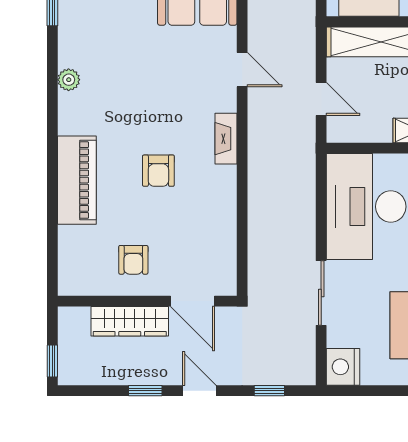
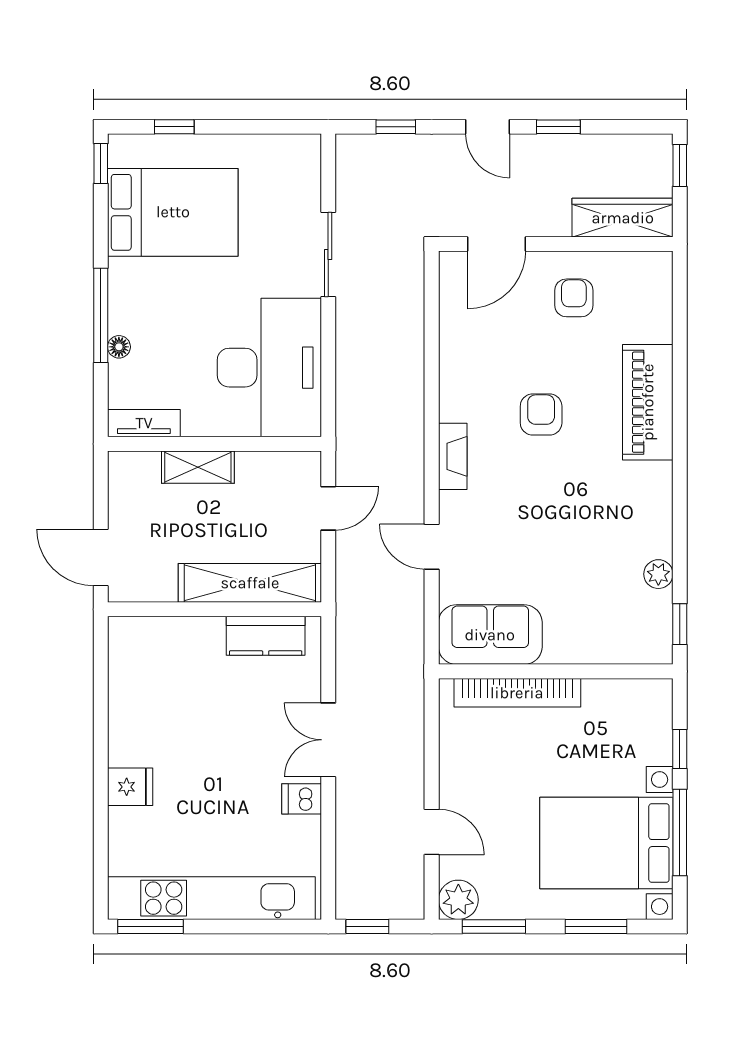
plant: (69, 80) -> (658, 574), moved
door: (321, 99) -> (328, 508), swing flipped
door: (193, 301) -> (496, 244), swing flipped
wardrobe: (130, 321) -> (623, 218), moved
nightstand: (343, 367) -> (300, 158), removed

